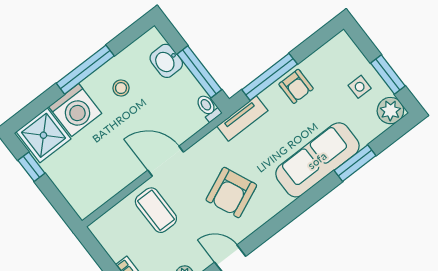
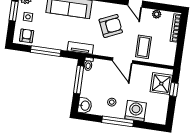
washbasin: (166, 61) -> (85, 106), moved
window: (270, 77) -> (46, 51), moved
armchair: (296, 86) -> (27, 36), moved
shower: (43, 135) -> (161, 84), moved
window: (31, 167) -> (174, 89), moved

